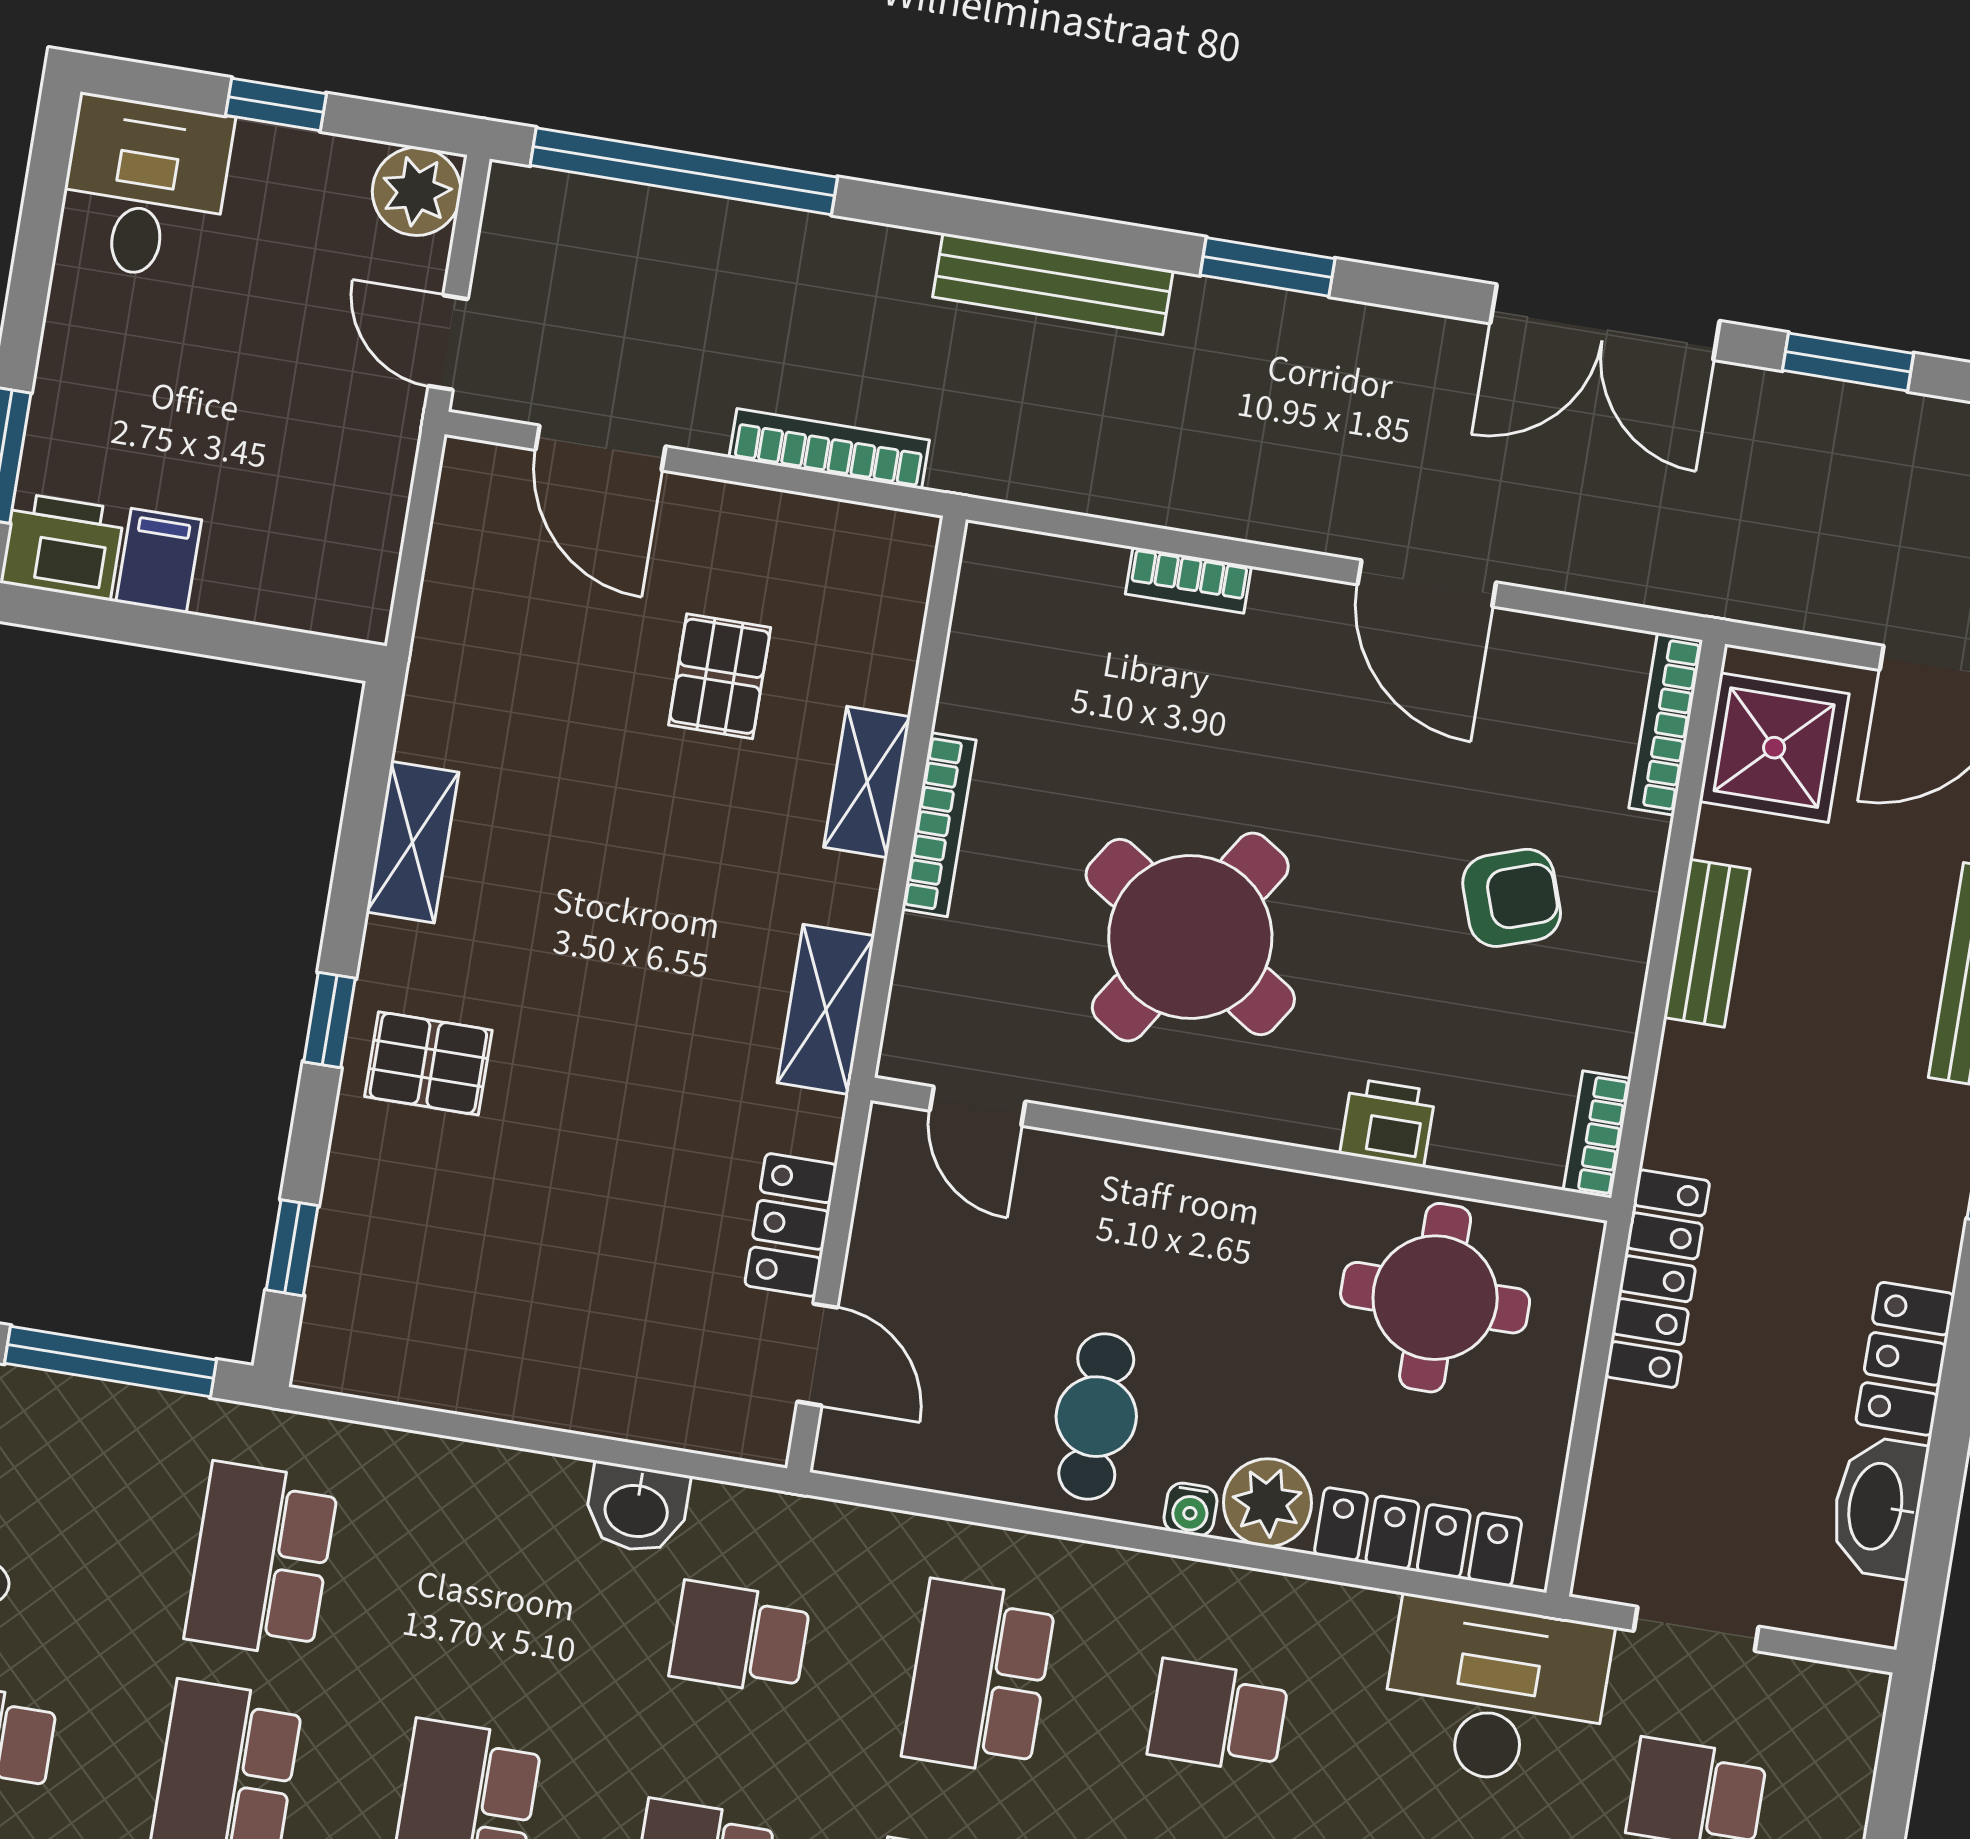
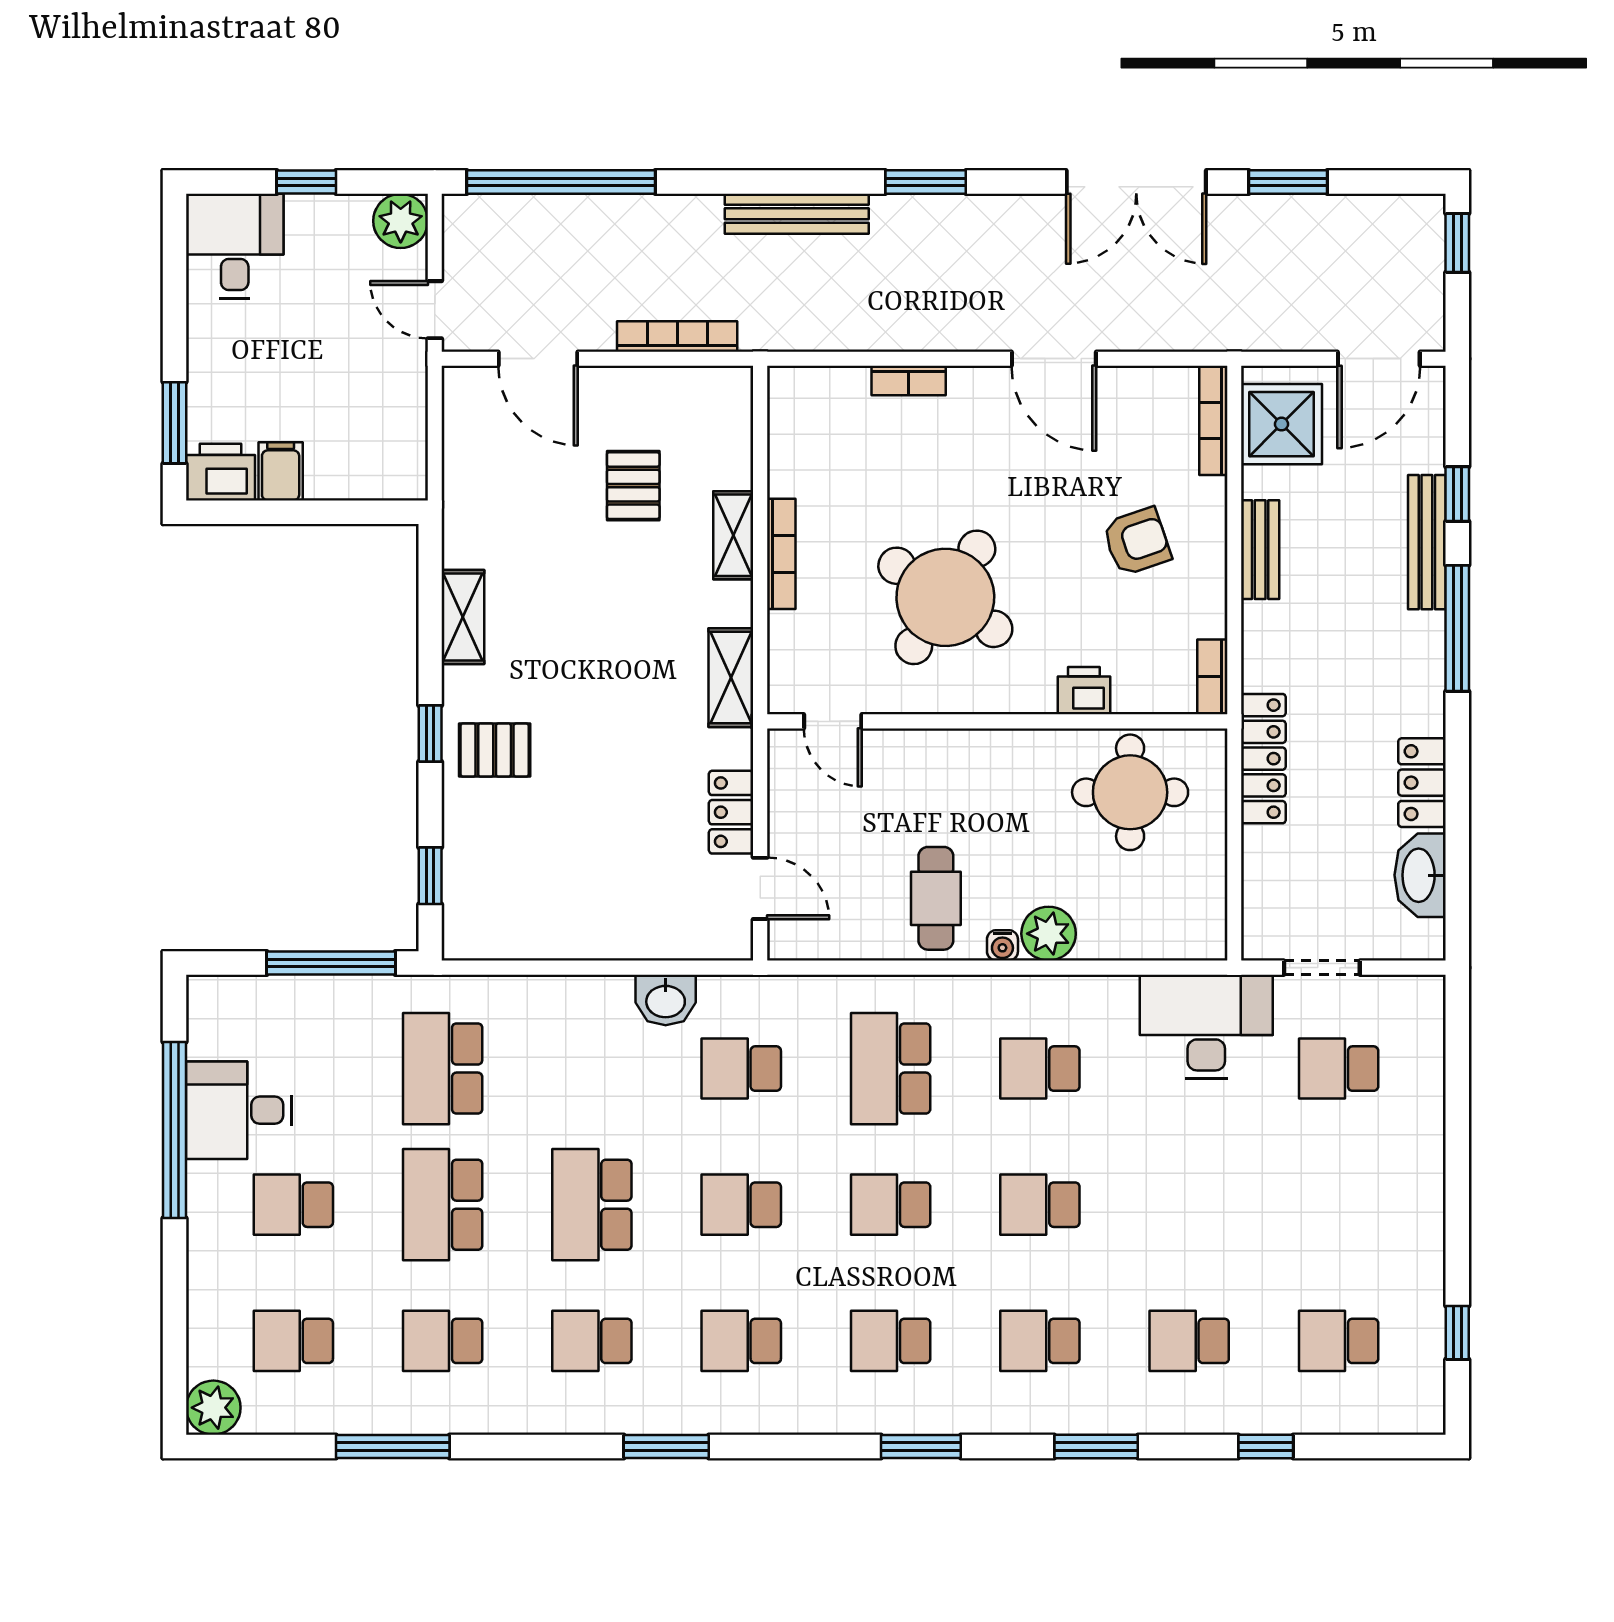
locker: (1418, 1537) -> (1144, 939), removed

